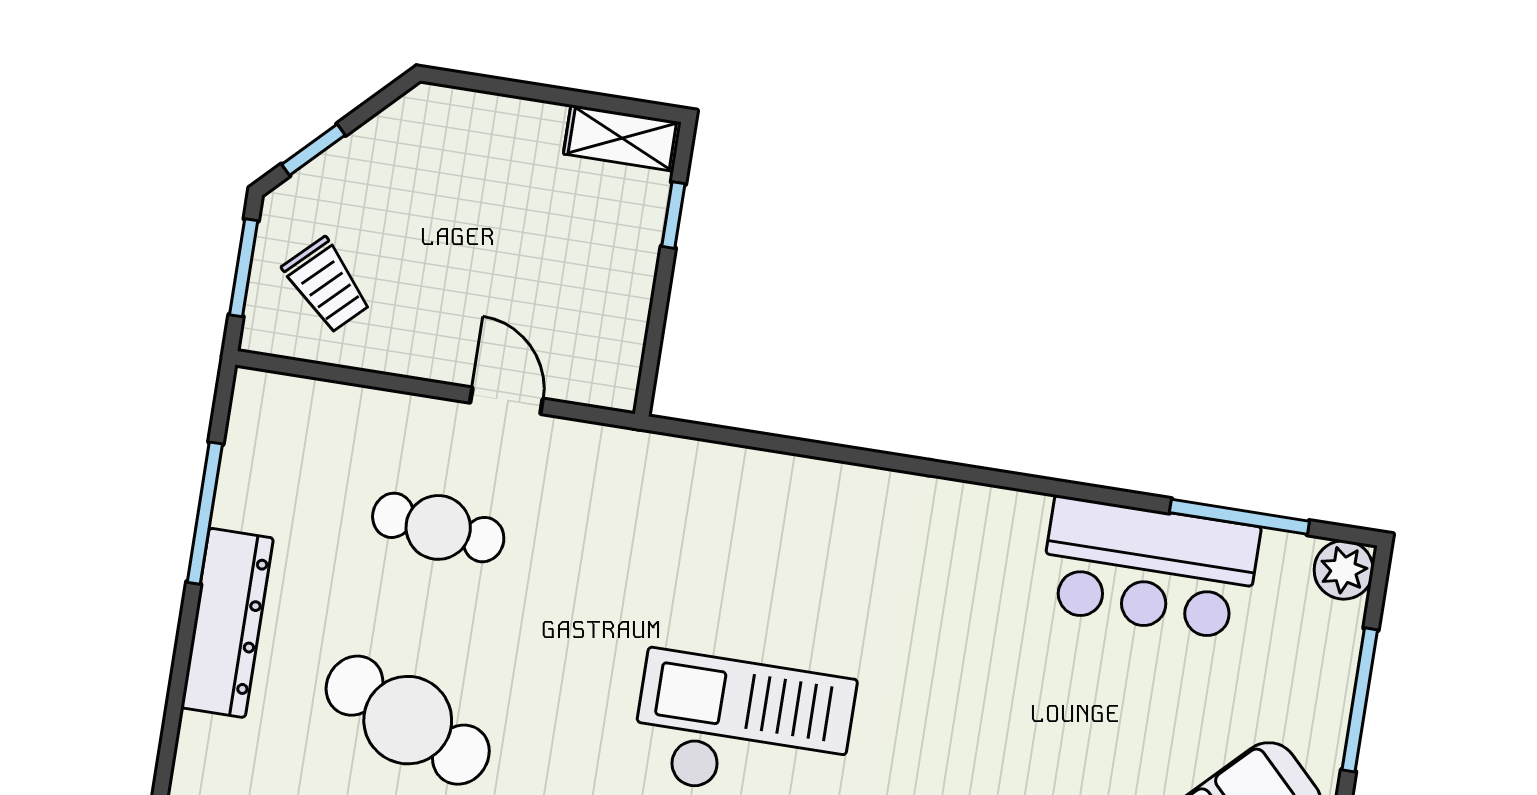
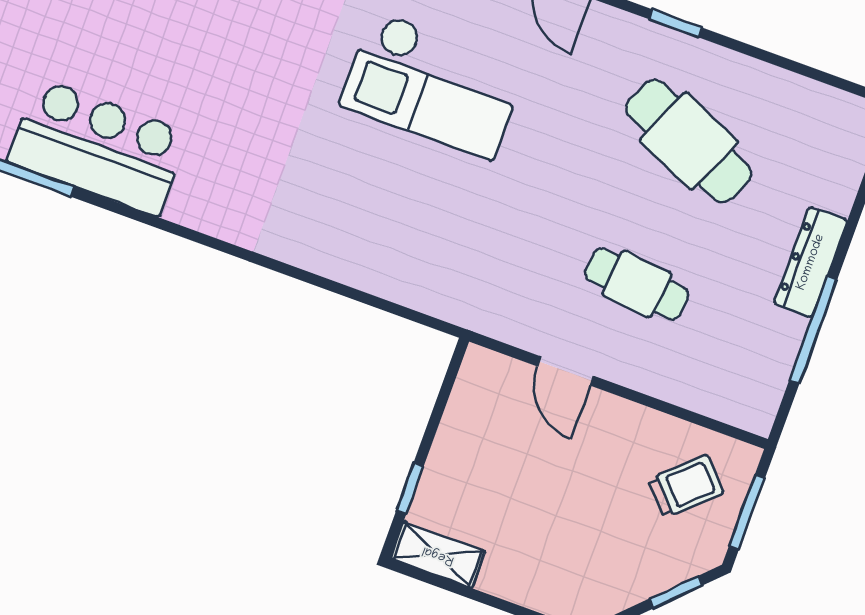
trolley: (327, 285) -> (686, 486), turned 91
dresser: (227, 623) -> (811, 262), width x0.73, depth x0.80

